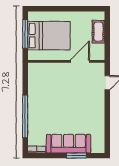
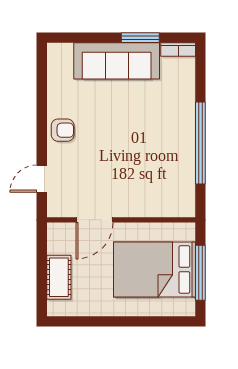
armchair: (96, 108) -> (63, 130), added
window: (25, 116) -> (200, 143), moved
window: (76, 156) -> (140, 38), moved

